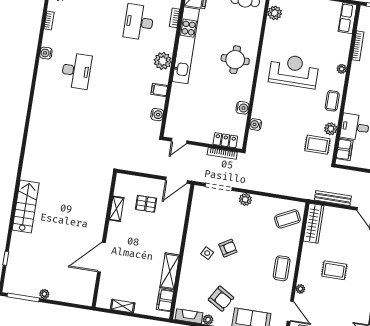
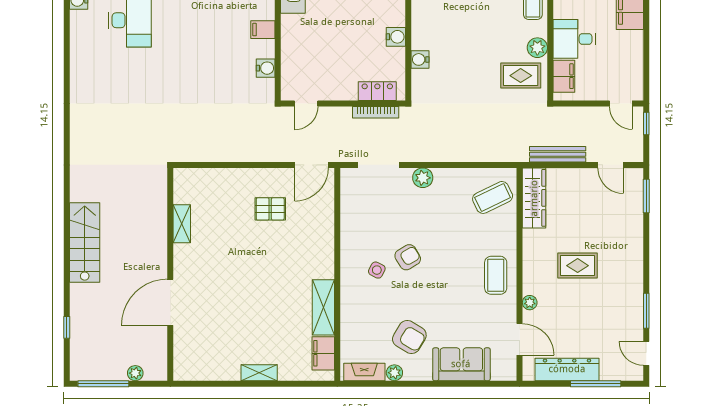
shelving: (117, 209) -> (182, 224), moved
wall: (104, 240) -> (170, 274), moved
door: (101, 257) -> (170, 302), moved

